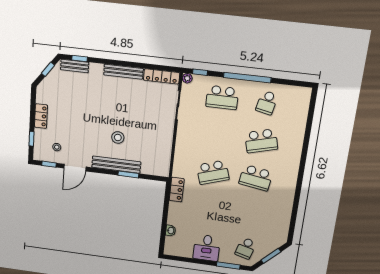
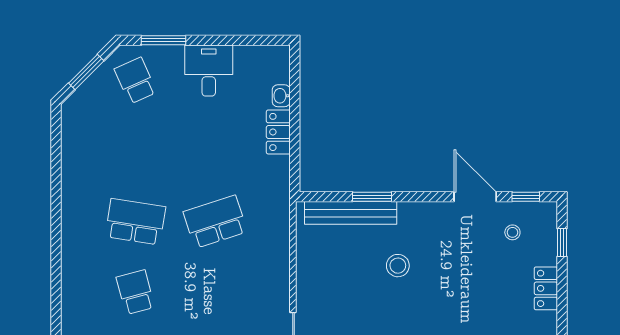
school desk: (261, 141) -> (135, 292), width x0.54
bench: (116, 165) -> (351, 213), moved
door: (75, 168) -> (475, 197), hinge flipped
locker: (177, 190) -> (278, 132), moved
school desk: (246, 248) -> (135, 81), turned -39

